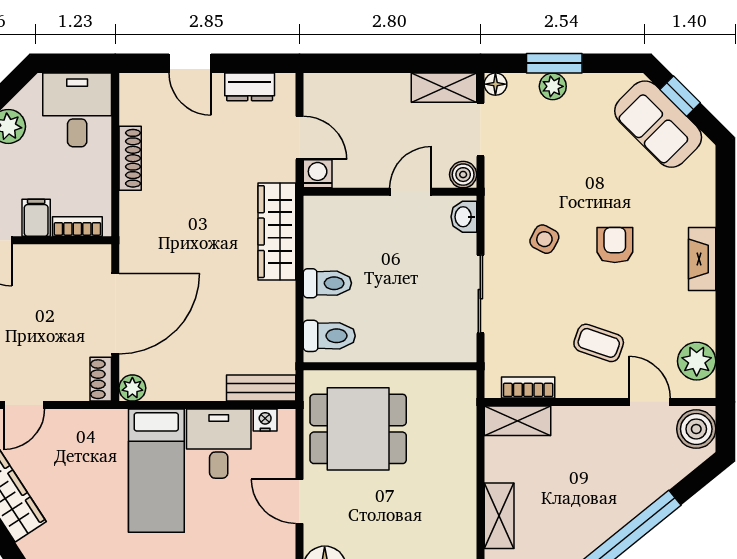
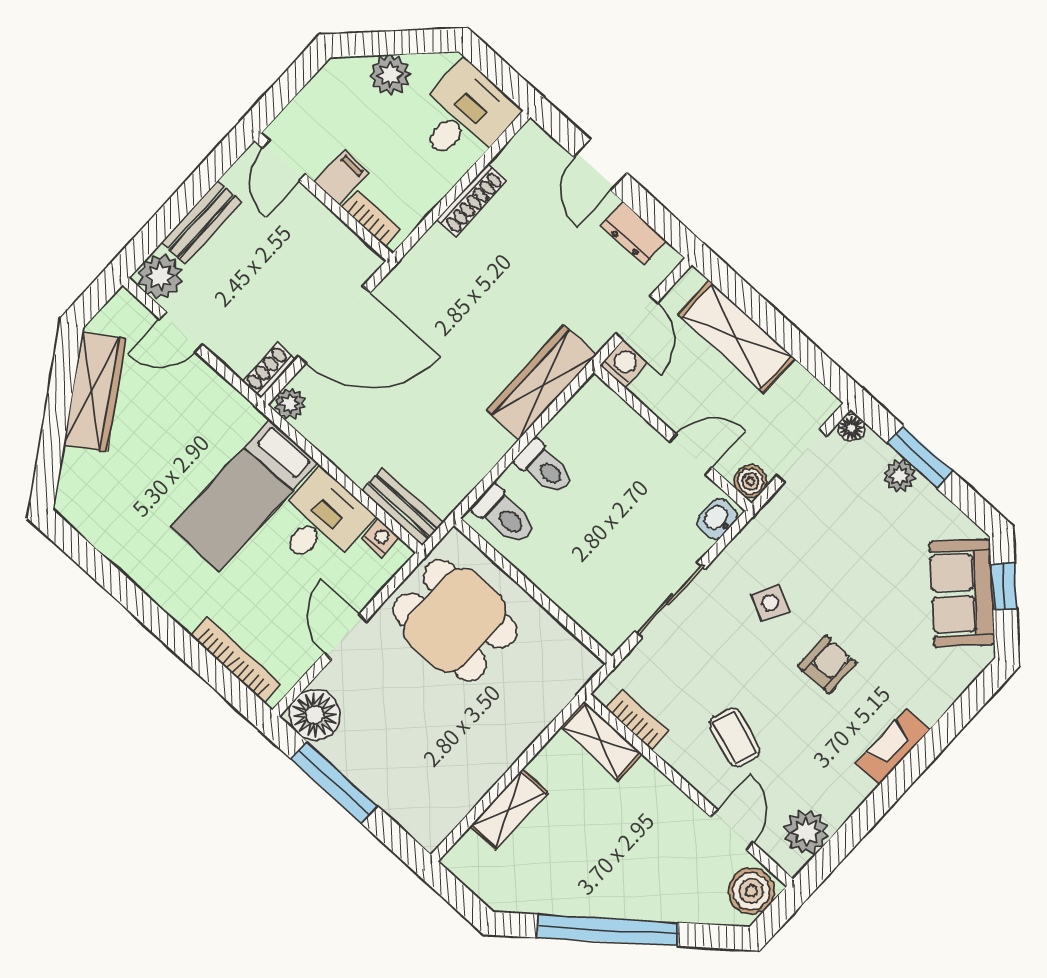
shelving: (444, 88) -> (736, 336), moved, width x1.50, depth x1.33

